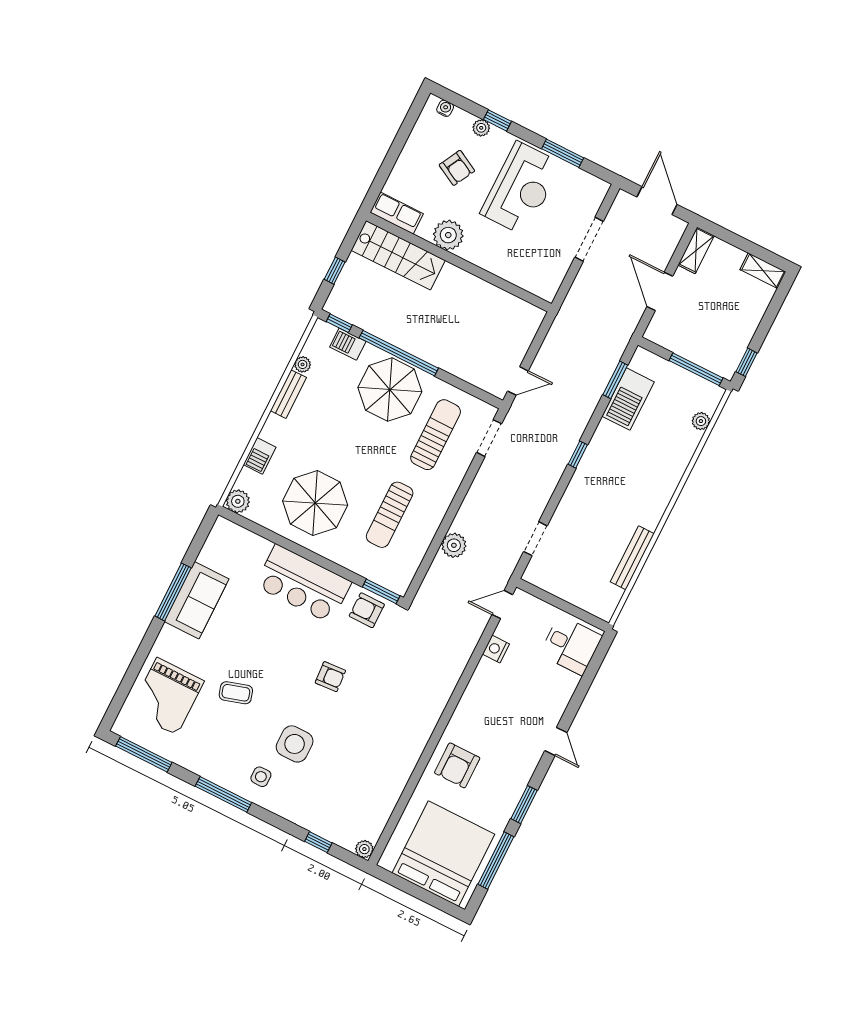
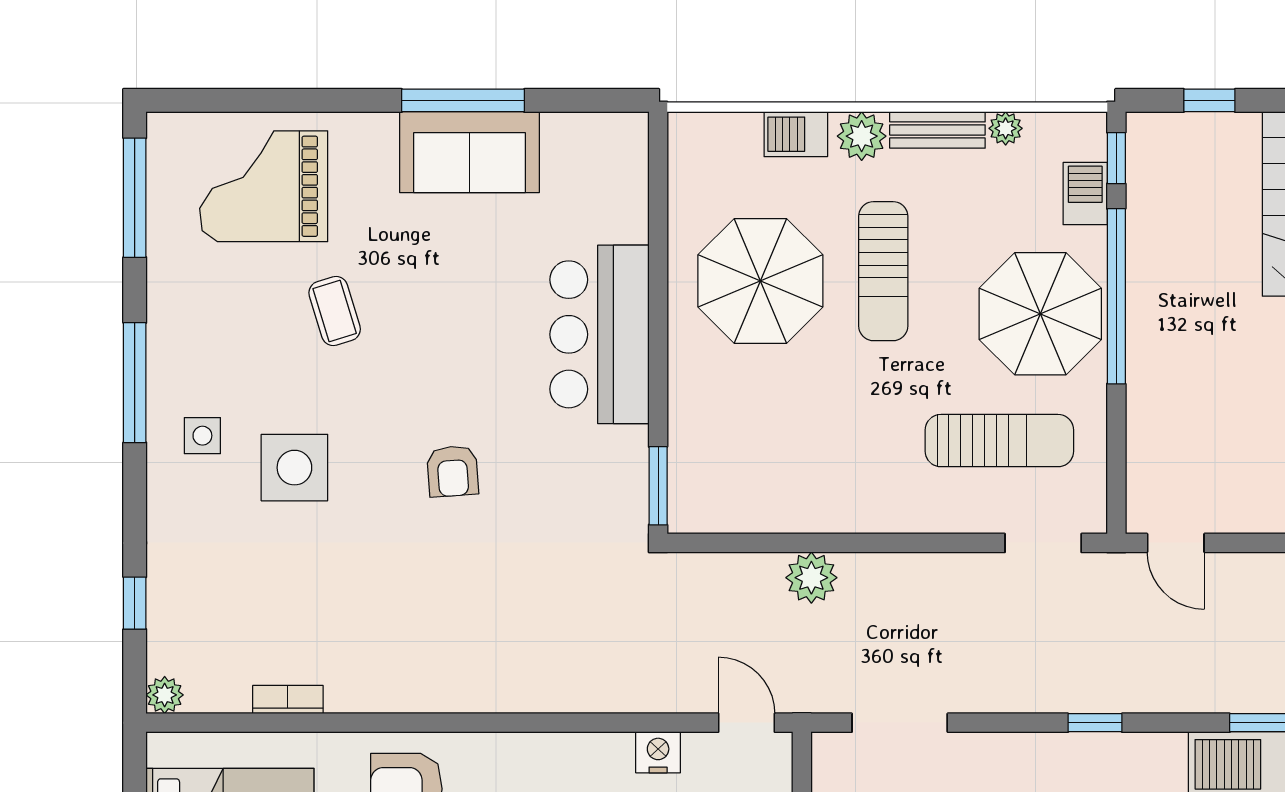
plant: (238, 501) -> (862, 136), moved
sun lounger: (390, 515) -> (883, 271), moved, turned -90
doorway: (535, 539) -> (900, 723), width x1.38
armchair: (367, 610) -> (610, 477), removed
bookcase: (393, 797) -> (288, 700), added

